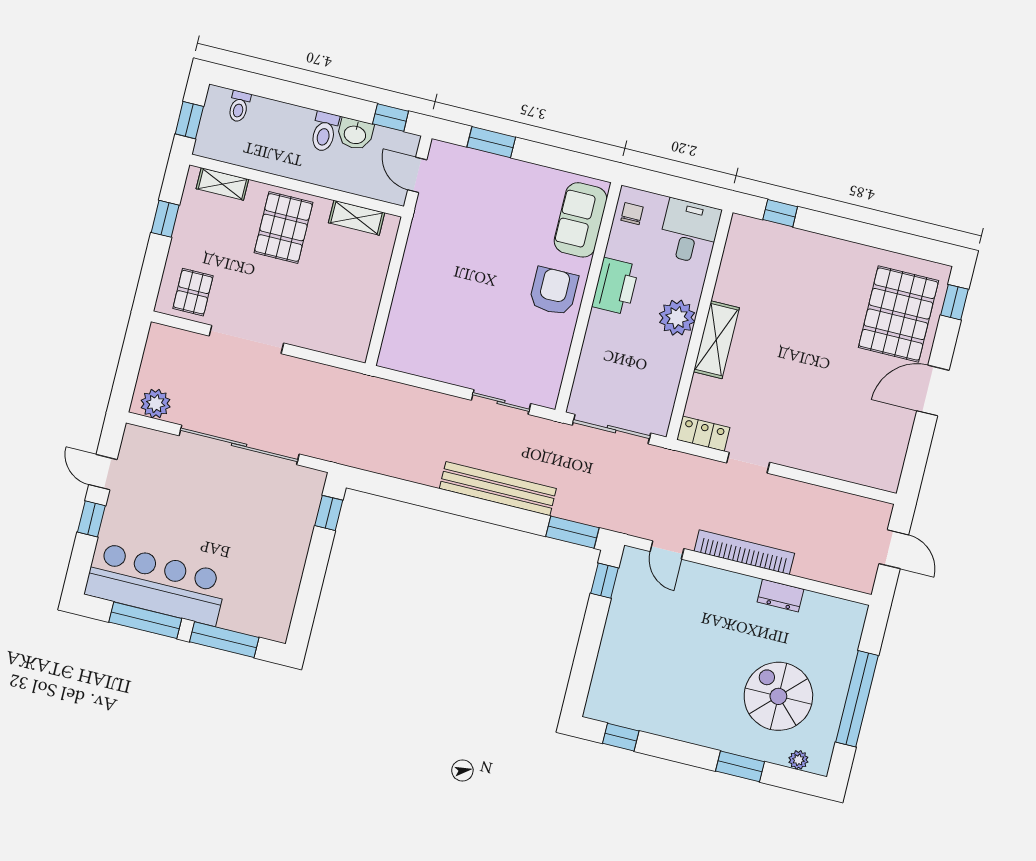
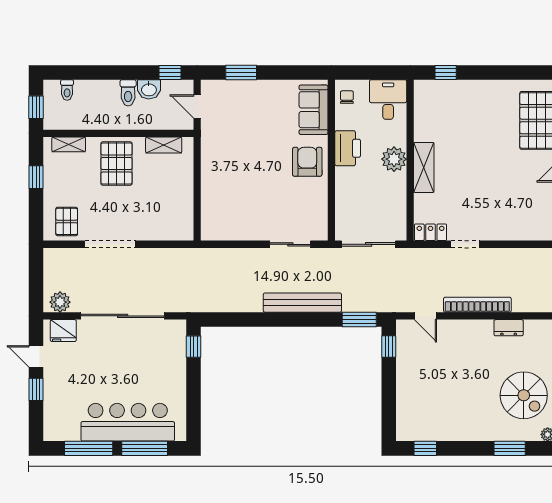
fridge: (150, 445) -> (63, 331), added
bar counter: (156, 584) -> (128, 422), moved
spiral stairs: (778, 696) -> (524, 395), turned 180

